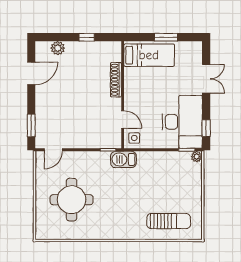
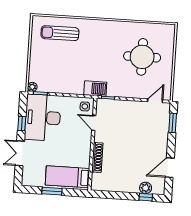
window: (87, 37) -> (146, 197), moved
window: (206, 128) -> (22, 124), moved

